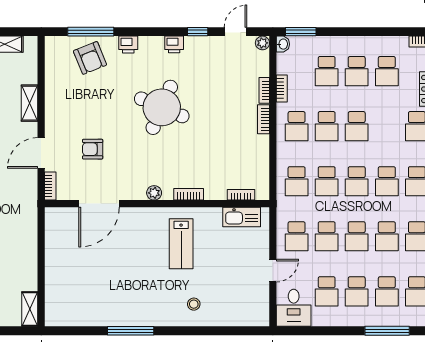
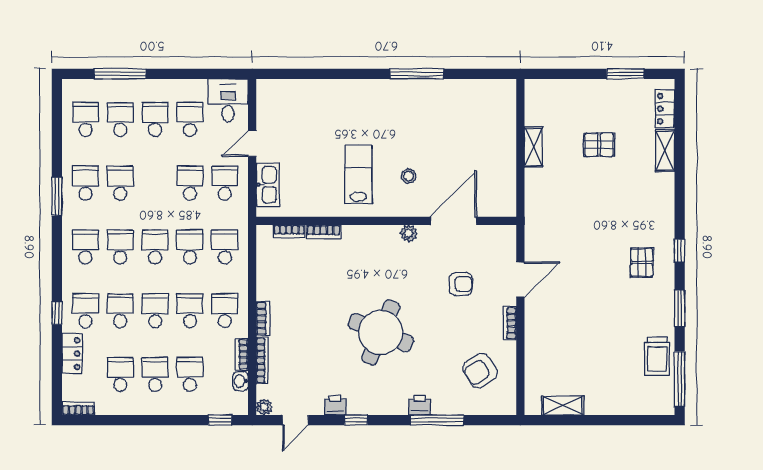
window: (91, 32) -> (437, 420), moved
window: (198, 32) -> (356, 420), moved
window: (301, 32) -> (220, 420), width x0.67
printer: (174, 44) -> (335, 405), moved
washbasin: (283, 44) -> (241, 381), moved
armchair: (90, 58) -> (480, 371), moved, turned -100
bookcase: (264, 90) -> (262, 360), width x1.56
shelving: (30, 103) -> (534, 337), removed
bookcase: (50, 186) -> (510, 323), moved
plant: (154, 193) -> (409, 233), moved
bookcase: (189, 194) -> (324, 232), moved
kitchen sink: (242, 217) -> (268, 185), moved, turned 90
school desk: (357, 236) -> (120, 311), moved
stool: (194, 304) -> (409, 176), moved
shelving: (30, 309) -> (533, 147), moved

